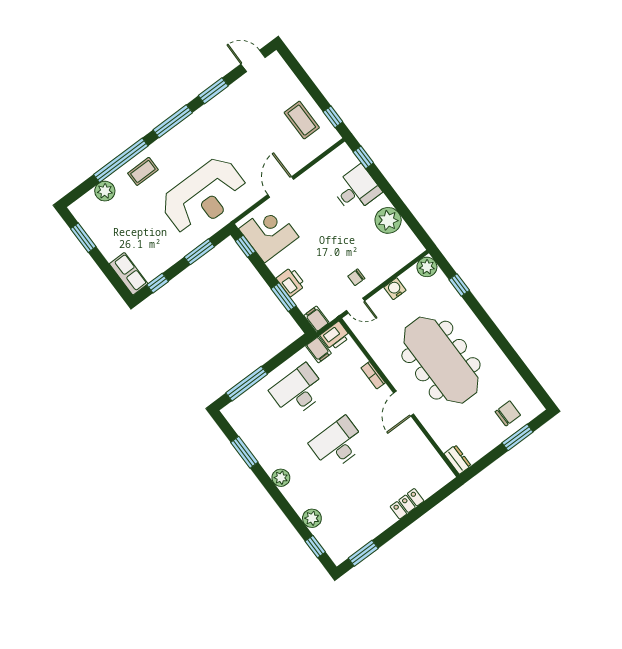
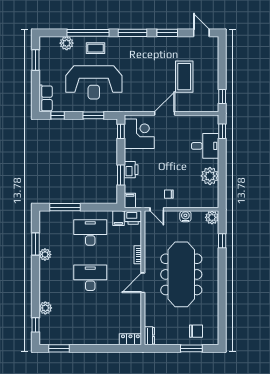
coffee table: (302, 120) -> (184, 77), moved, width x1.36, depth x1.32
reception desk: (204, 196) -> (94, 82), moved
plant: (281, 478) -> (45, 254), moved
locker: (407, 504) -> (130, 339), moved

